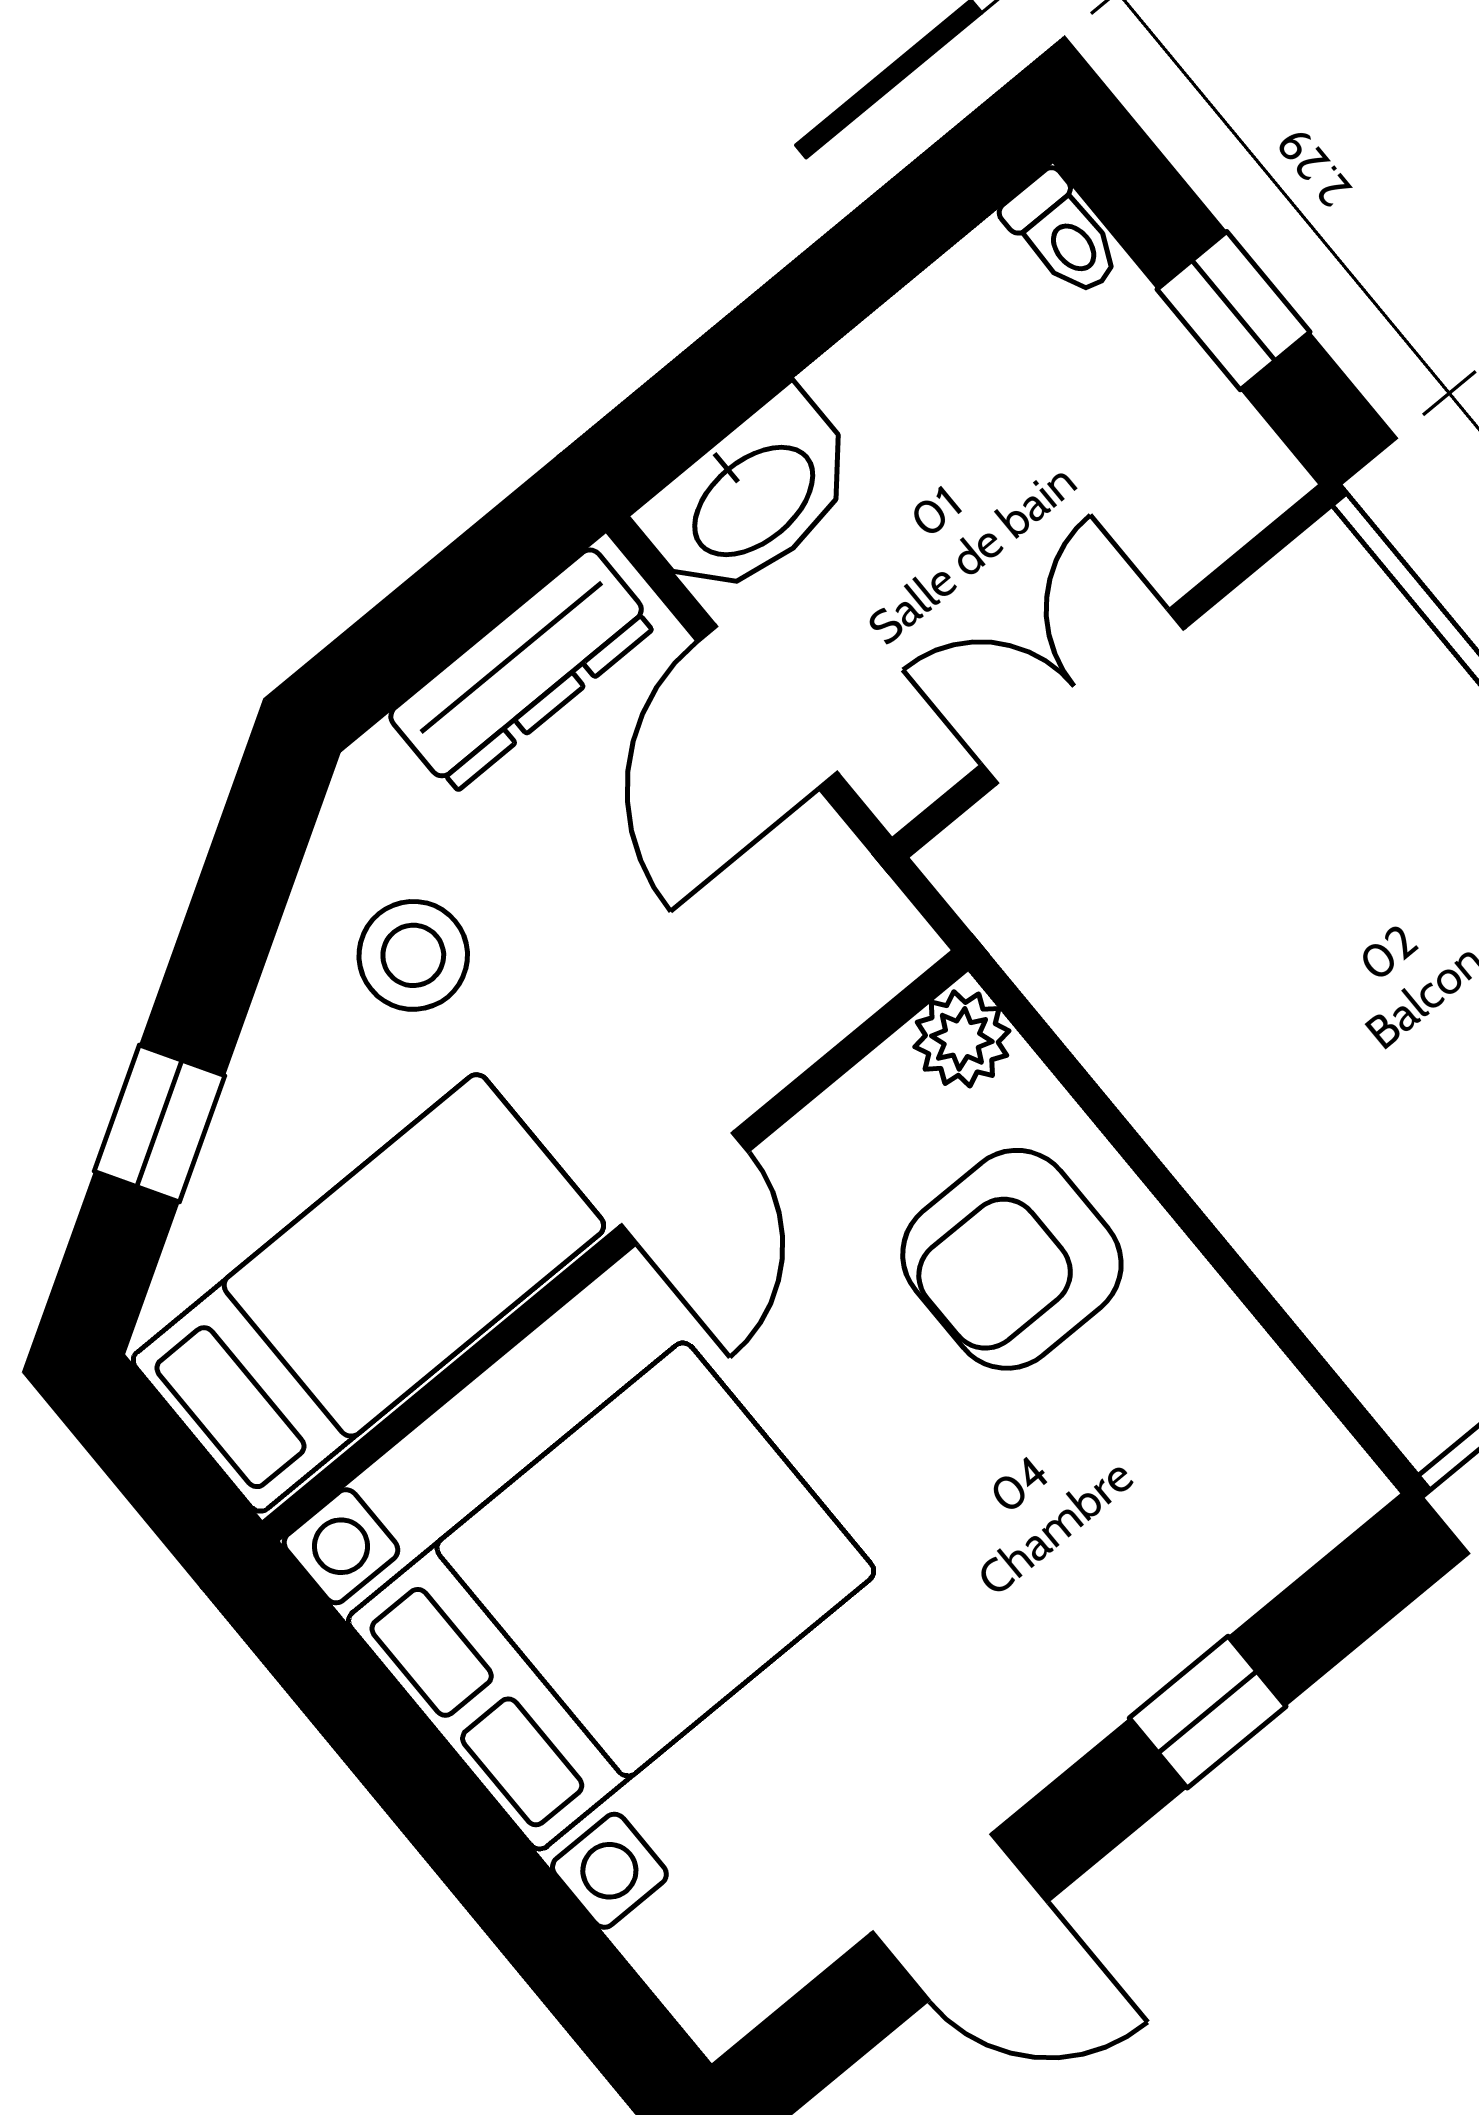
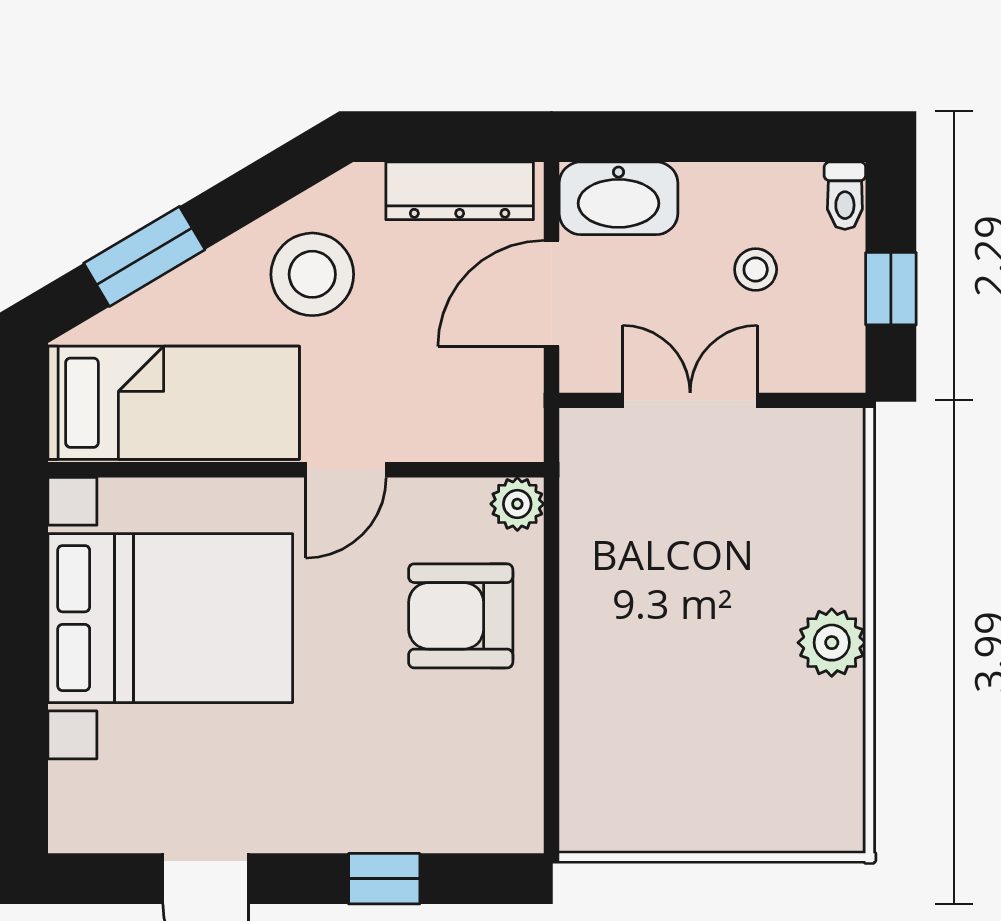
stool: (1024, 439) -> (756, 270), added
stool: (413, 955) -> (312, 274), width x1.38, depth x1.38
window: (159, 1124) -> (144, 256), width x1.50

